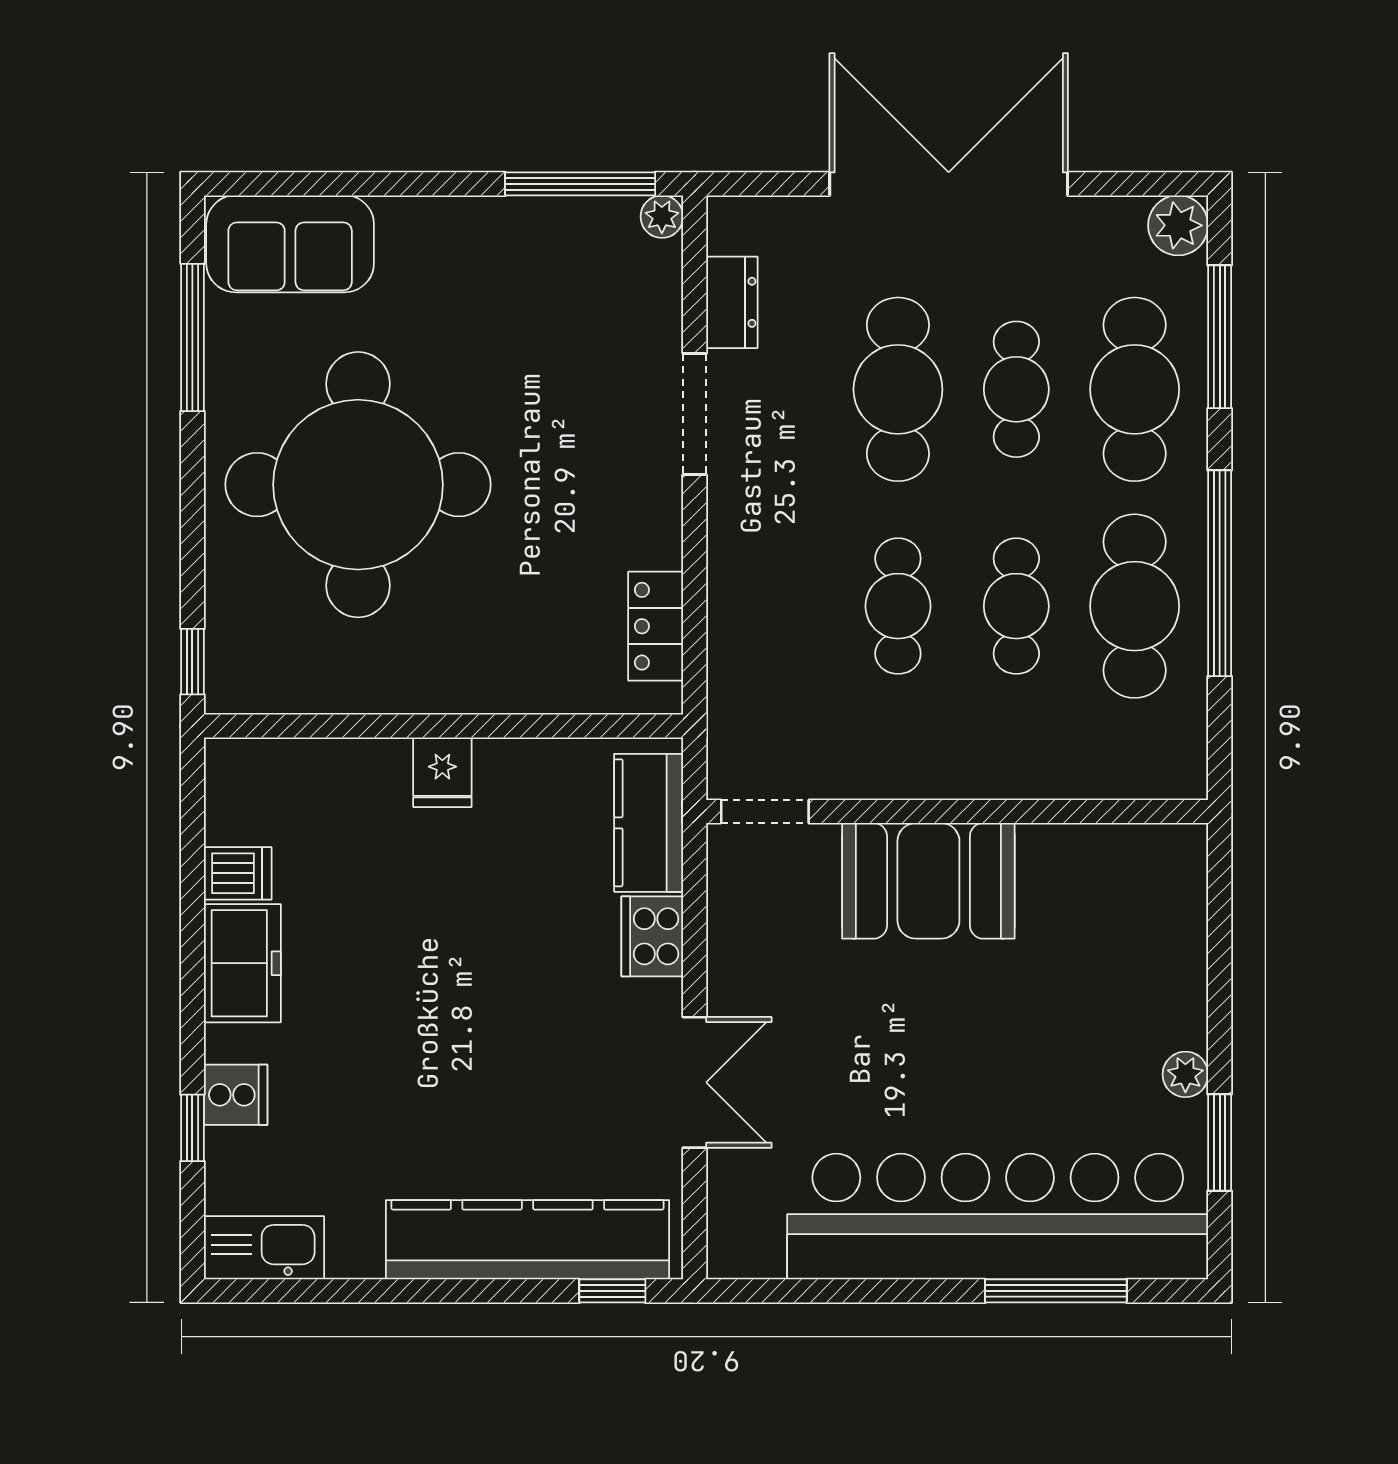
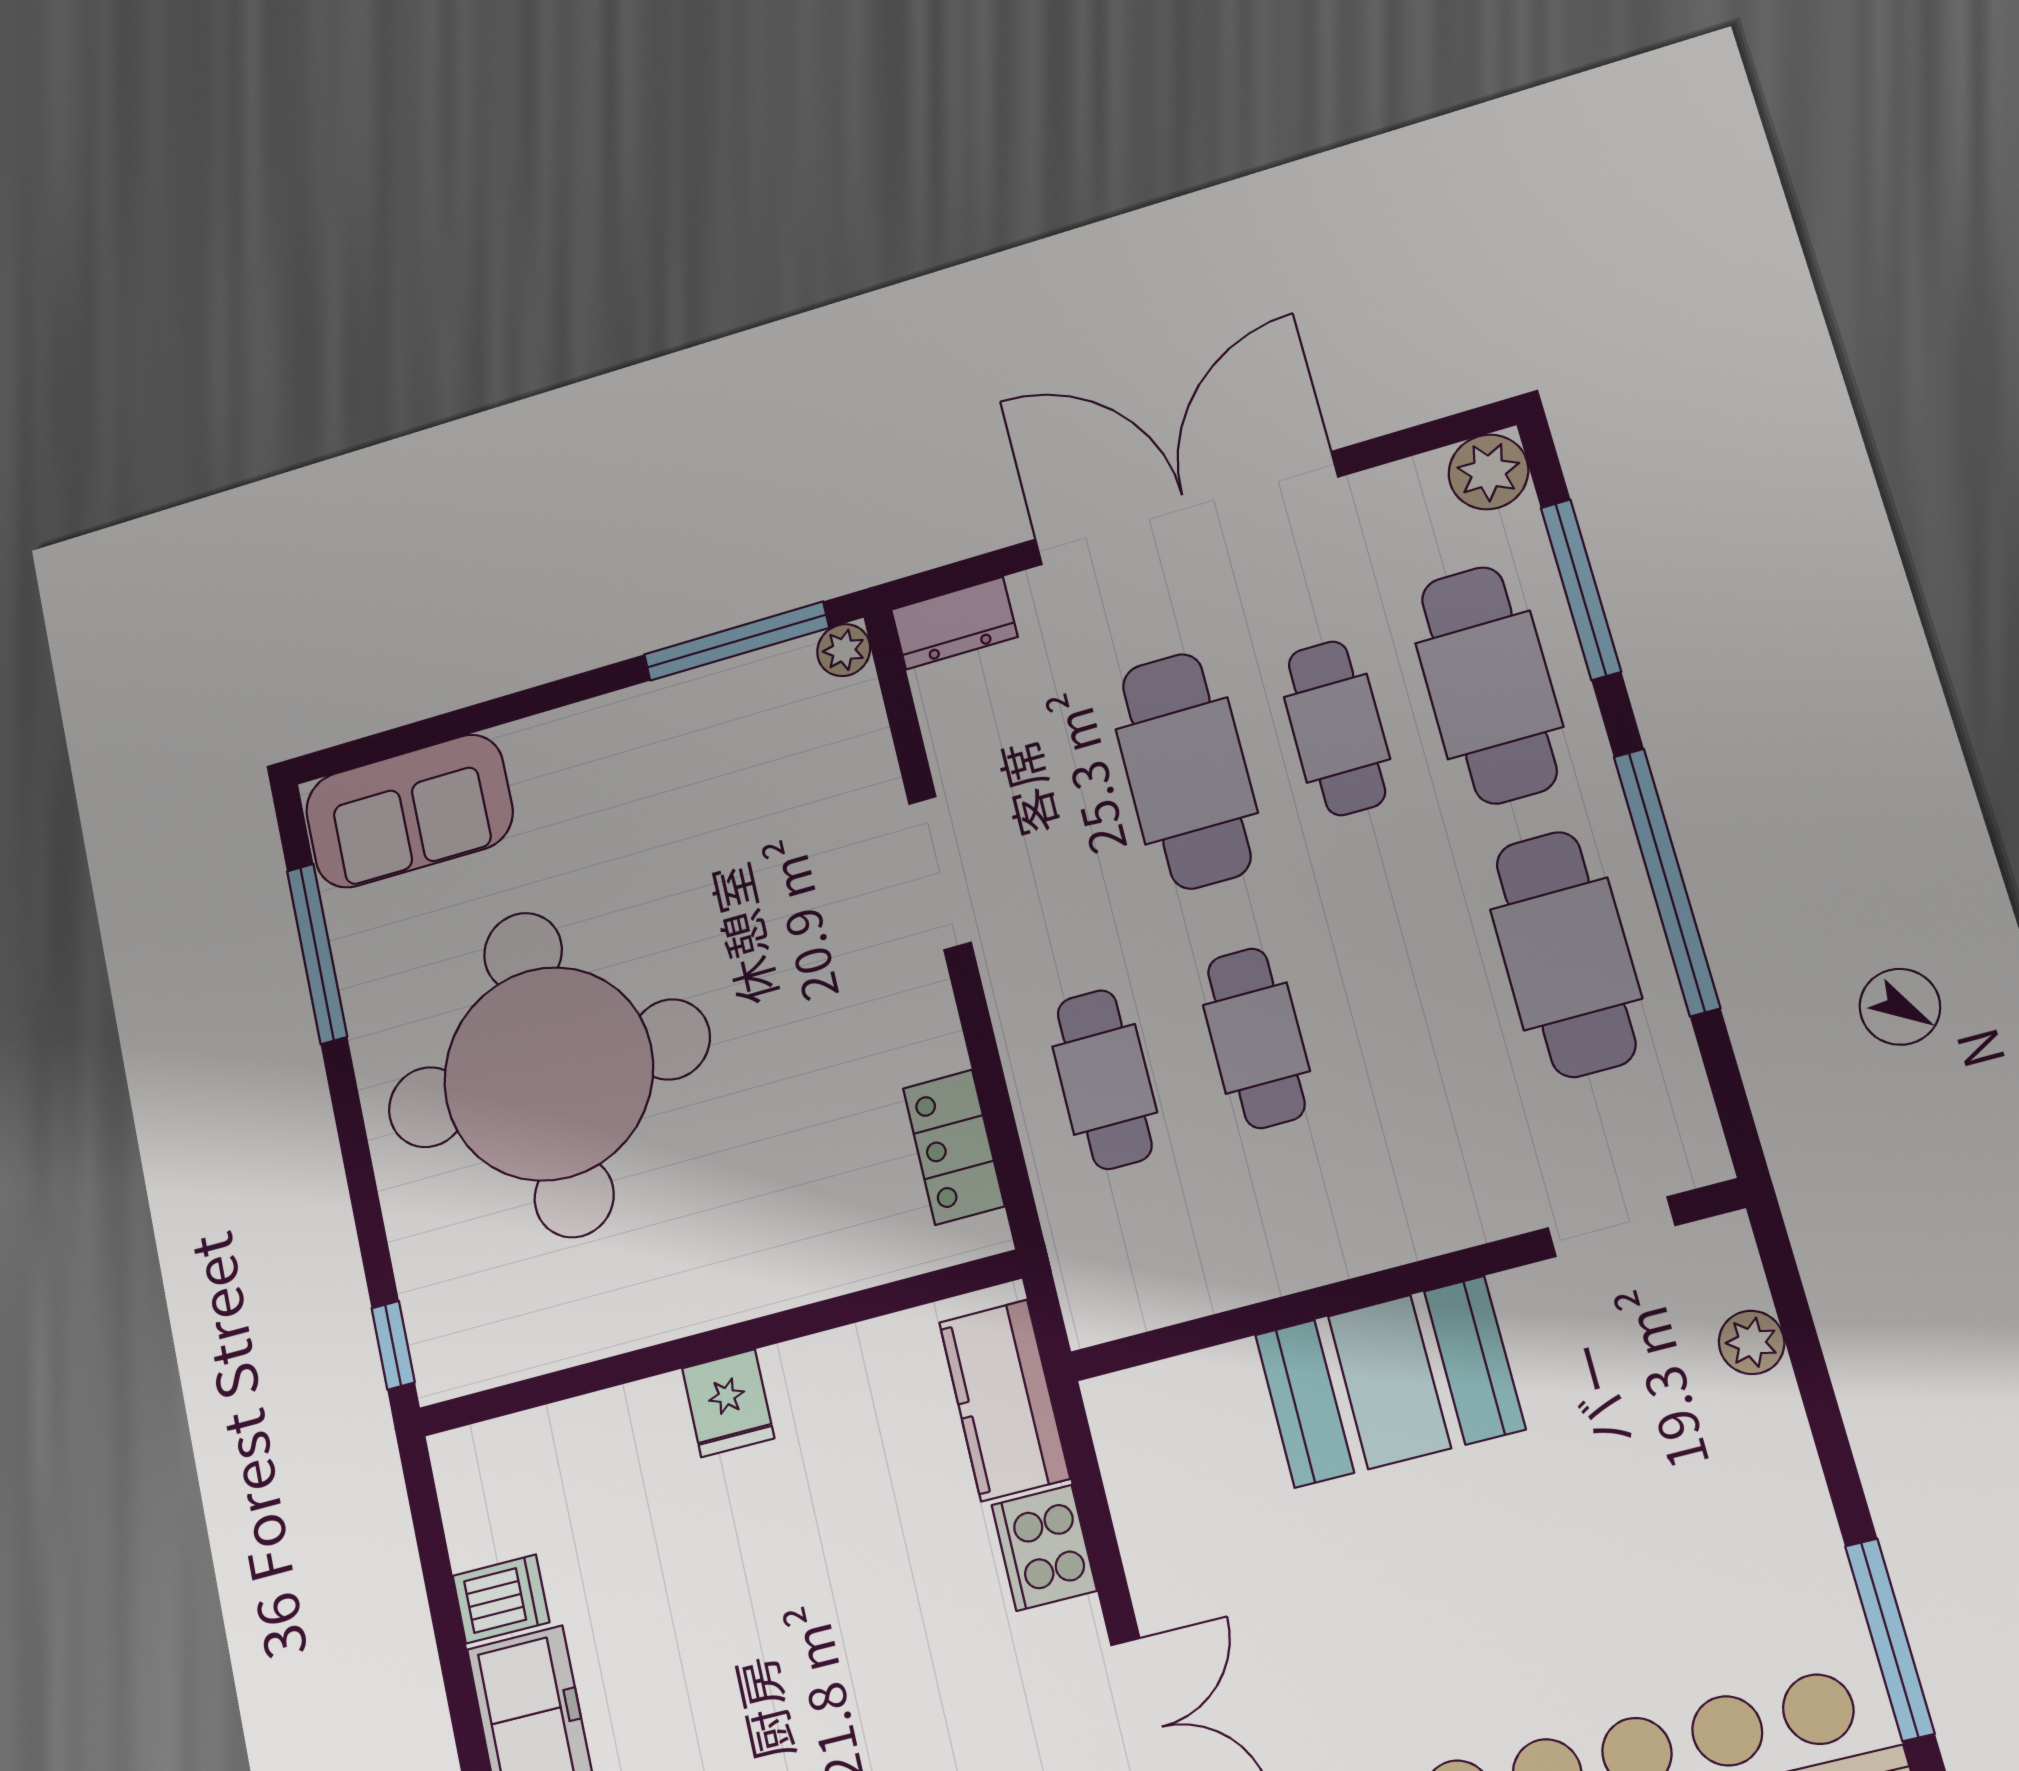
dresser: (732, 302) -> (954, 623), moved, turned 90
cafe table: (1016, 606) -> (1105, 1079), moved
doorway: (765, 812) -> (1611, 1227), moved
plant: (1185, 1074) -> (1752, 1342), moved
window: (1220, 1143) -> (1890, 1639), width x1.44

